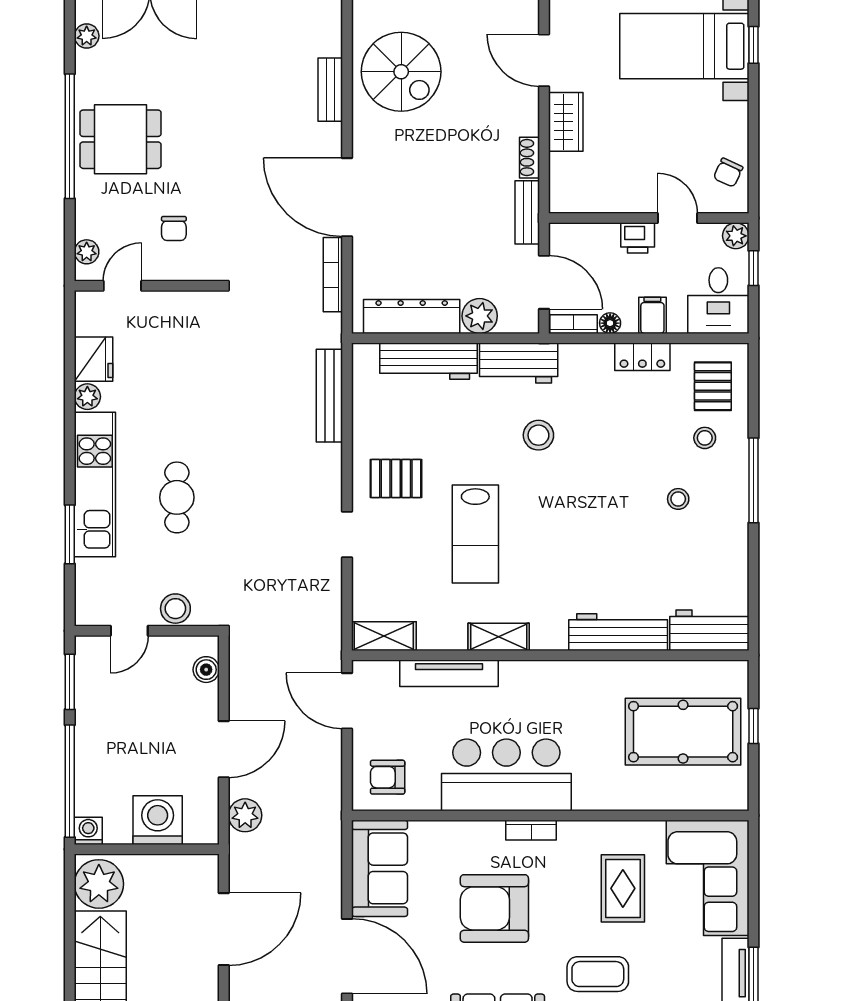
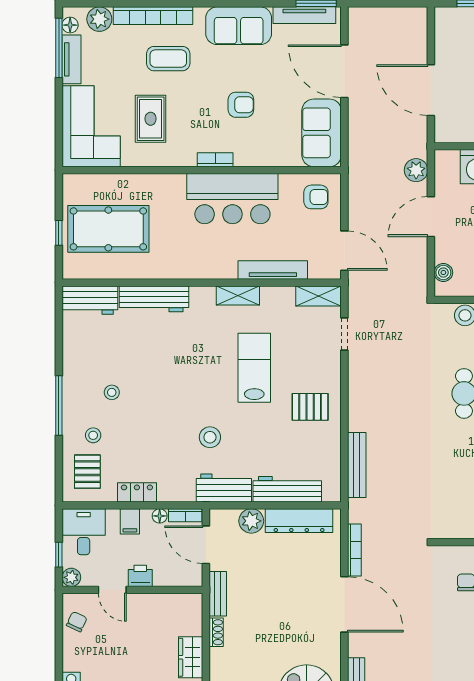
doorway: (347, 534) -> (344, 334), moved
armchair: (494, 908) -> (241, 105), width x0.53, depth x0.53
door: (224, 929) -> (431, 90), hinge flipped

